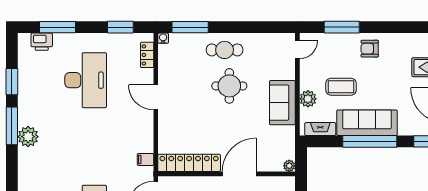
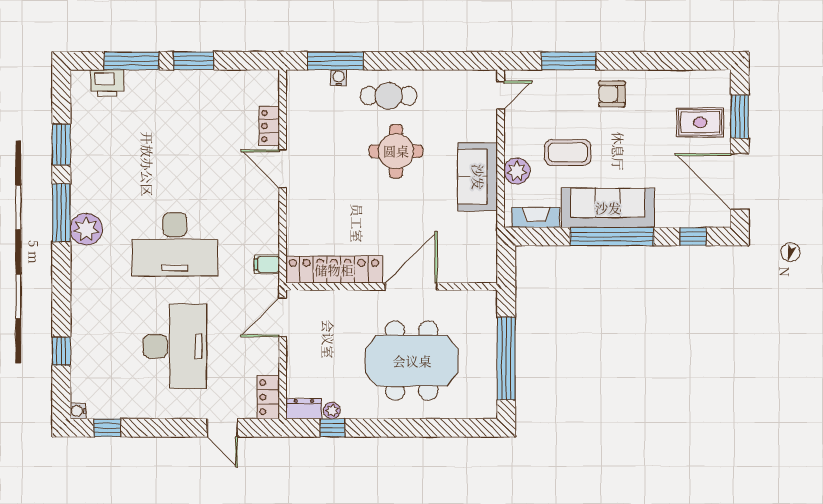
window: (120, 27) -> (193, 61), moved
water cooler: (163, 38) -> (339, 78), moved
locker: (147, 55) -> (269, 126), moved
desk: (86, 80) -> (175, 244), moved, turned 90
plant: (289, 166) -> (488, 274), removed

